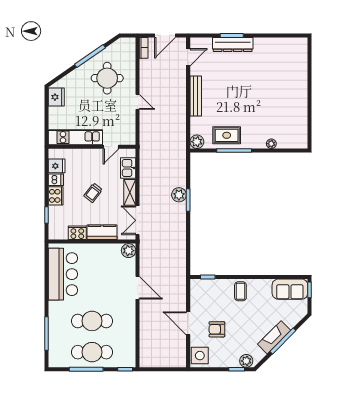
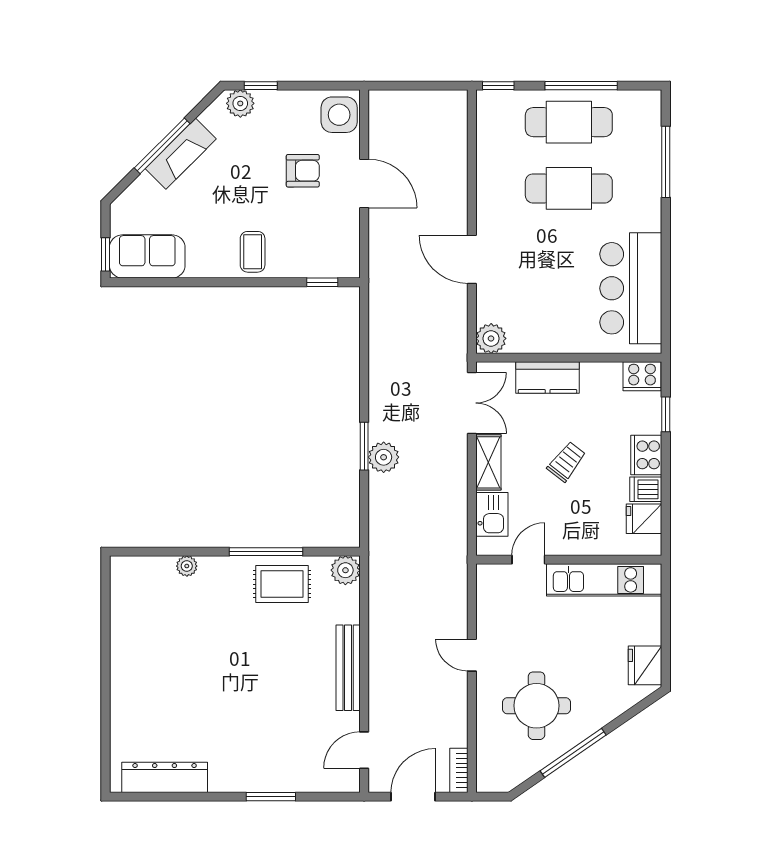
dresser: (233, 44) -> (165, 777), moved
cooker: (77, 233) -> (642, 376), moved

